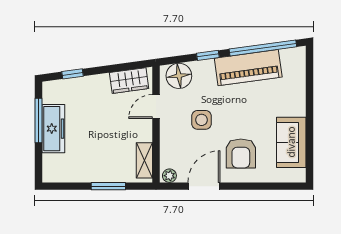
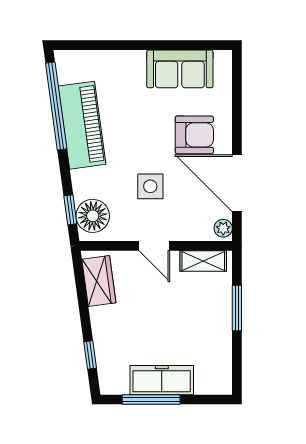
window: (208, 55) -> (70, 210), moved
door: (156, 107) -> (154, 246), moved
door: (204, 186) -> (237, 183), width x1.36

